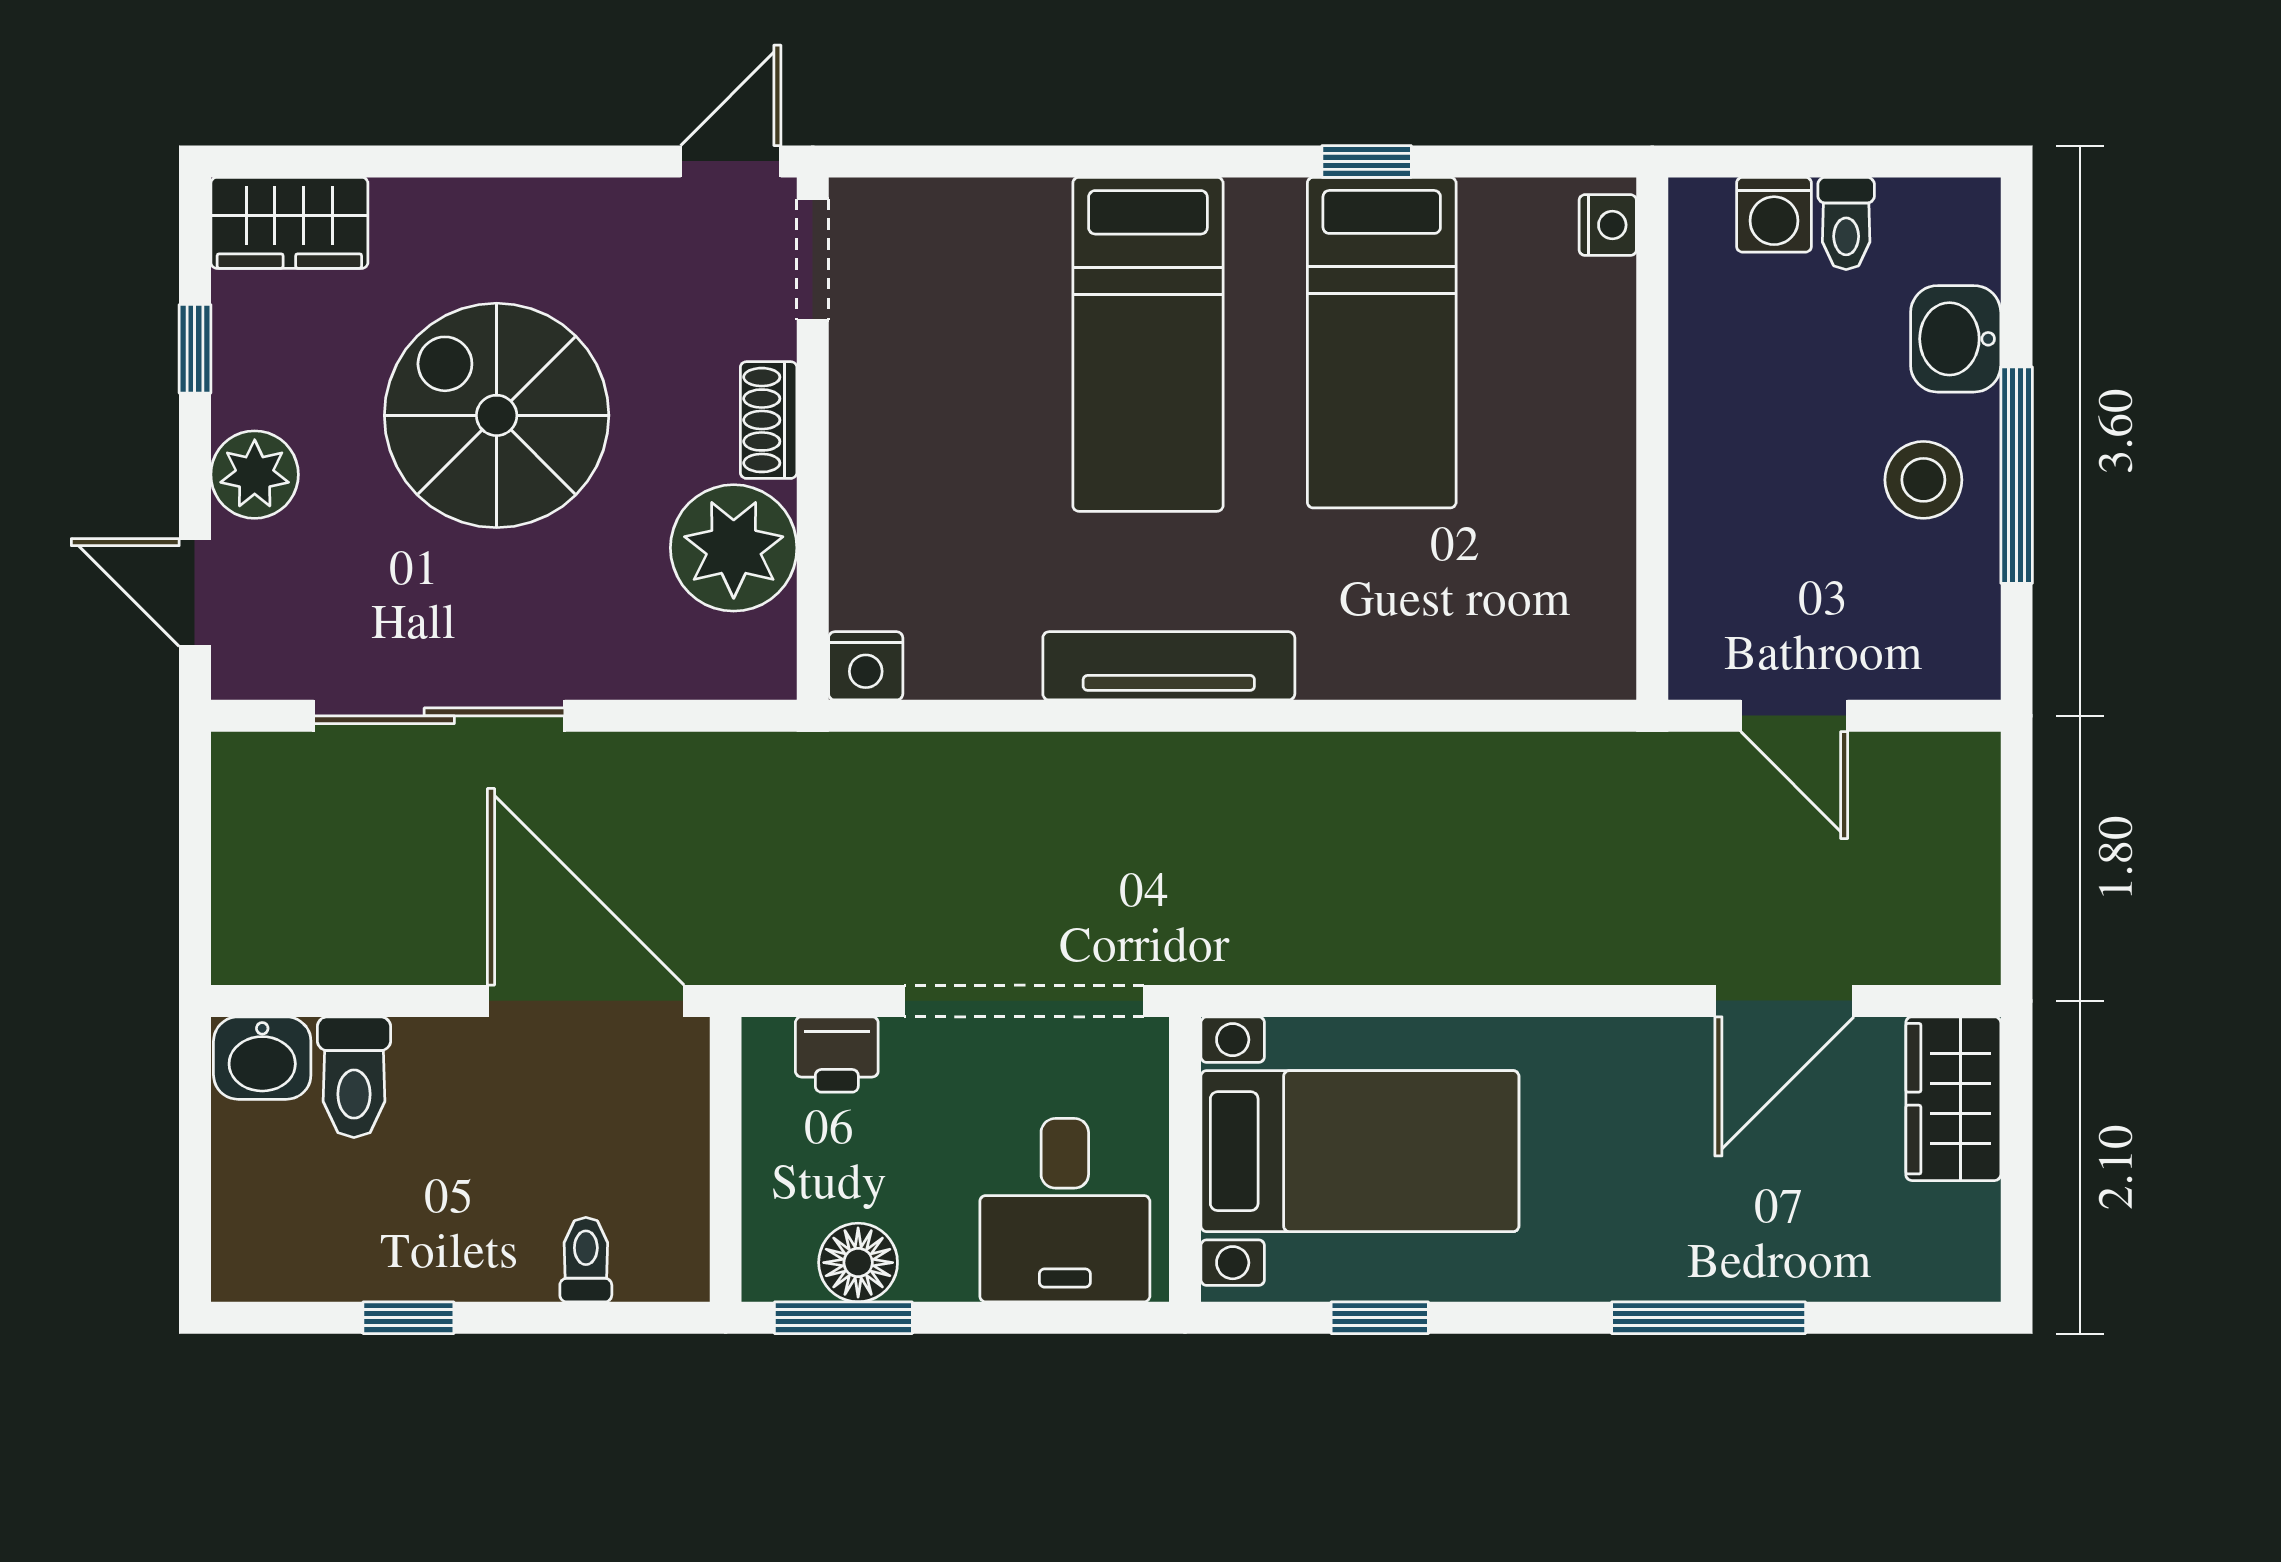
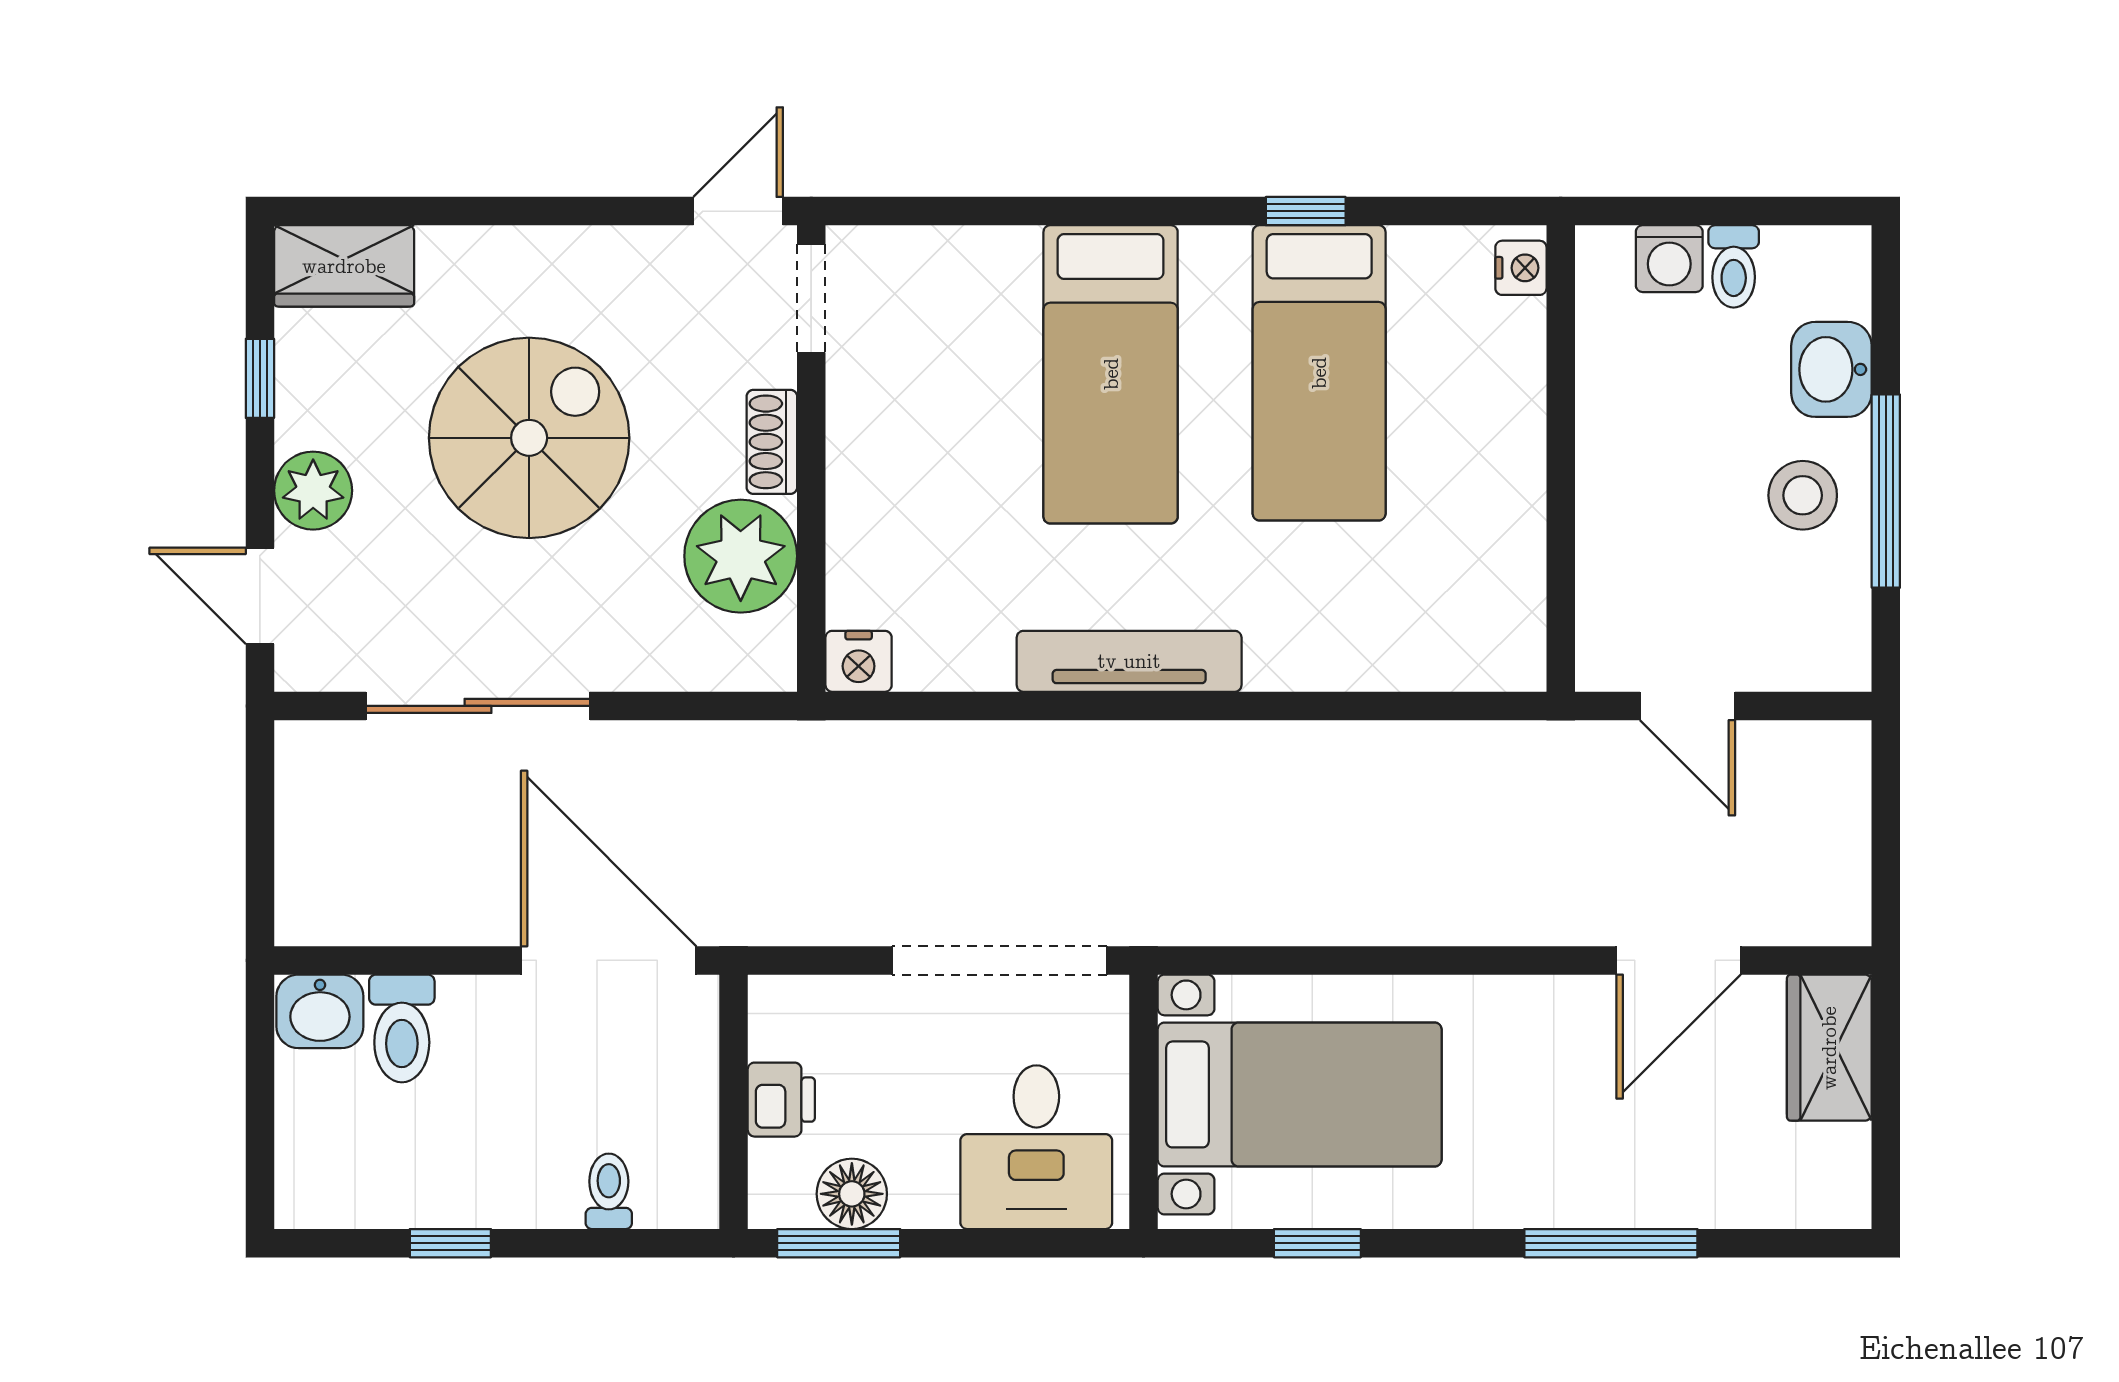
spiral stairs: (497, 415) -> (529, 438), turned 90
printer: (837, 1054) -> (781, 1100), moved, turned -90

